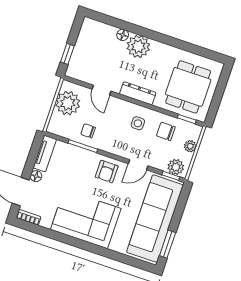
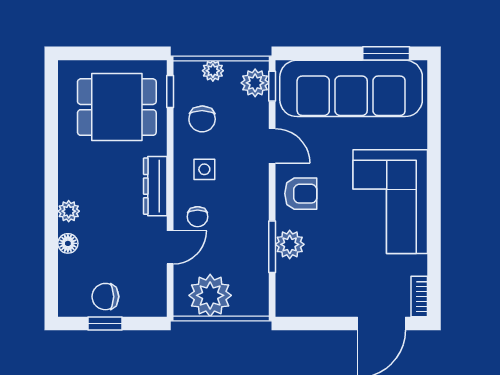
chair: (87, 46) -> (105, 297), added
plant: (138, 46) -> (69, 211), width x0.53, depth x0.53
window: (67, 54) -> (105, 323), moved
chair: (88, 131) -> (198, 217), moved
tv unit: (45, 153) -> (306, 305), removed
plant: (81, 156) -> (290, 244), added
floor lamp: (36, 176) -> (348, 307), removed

